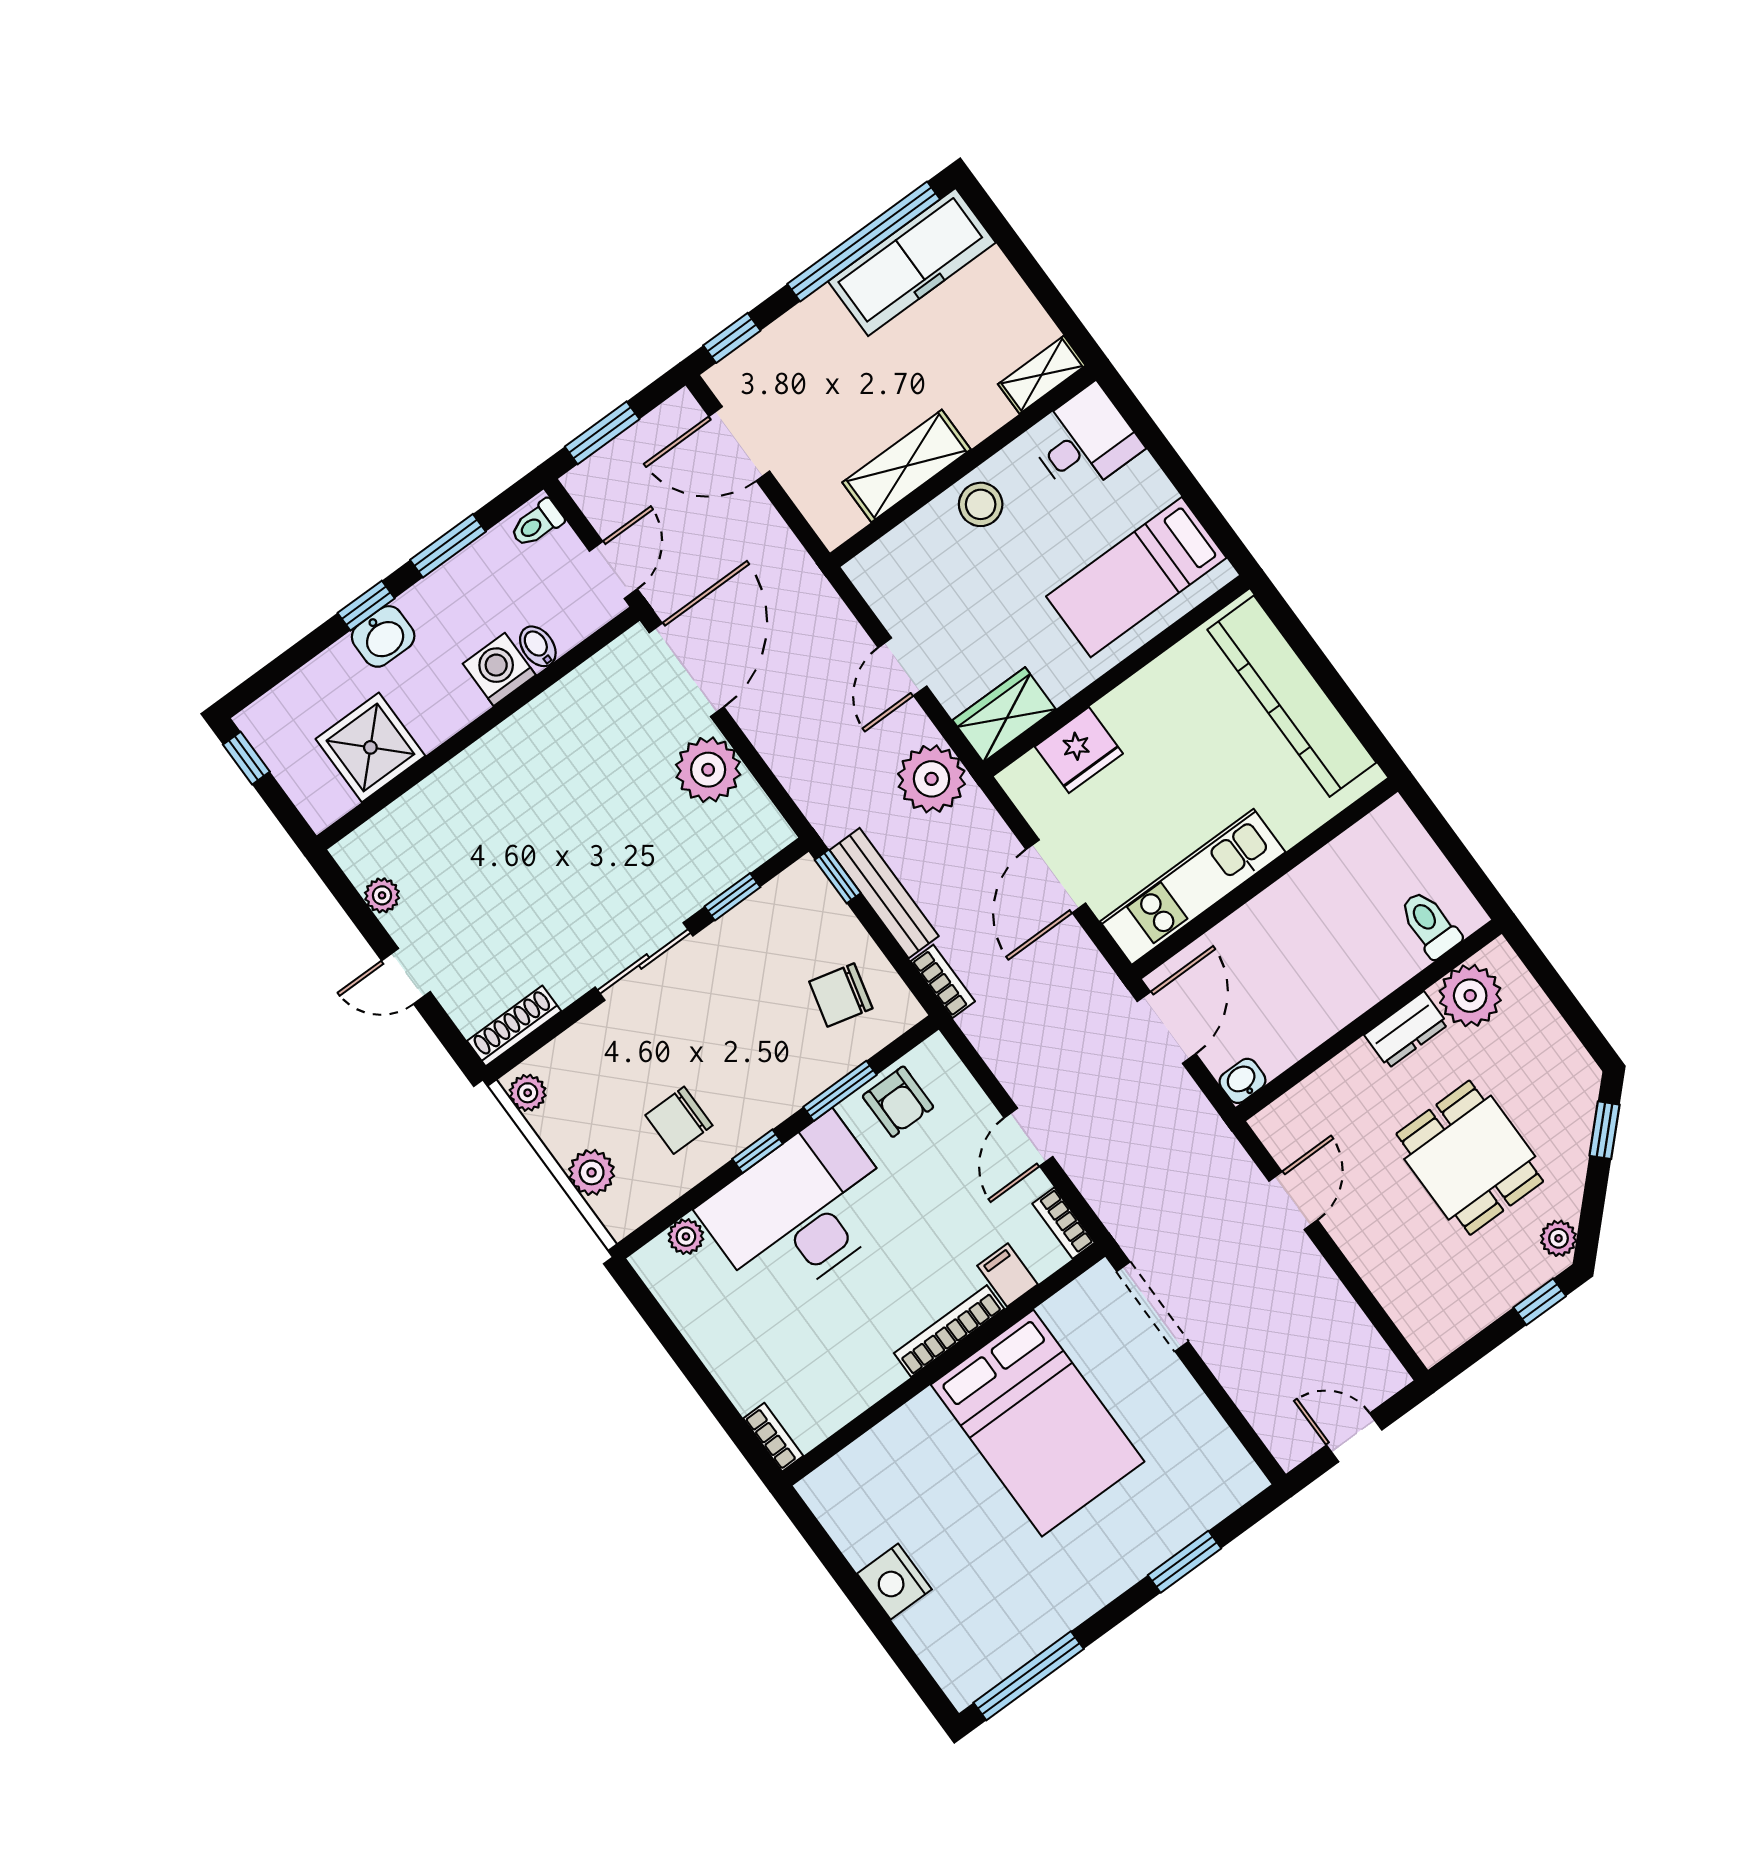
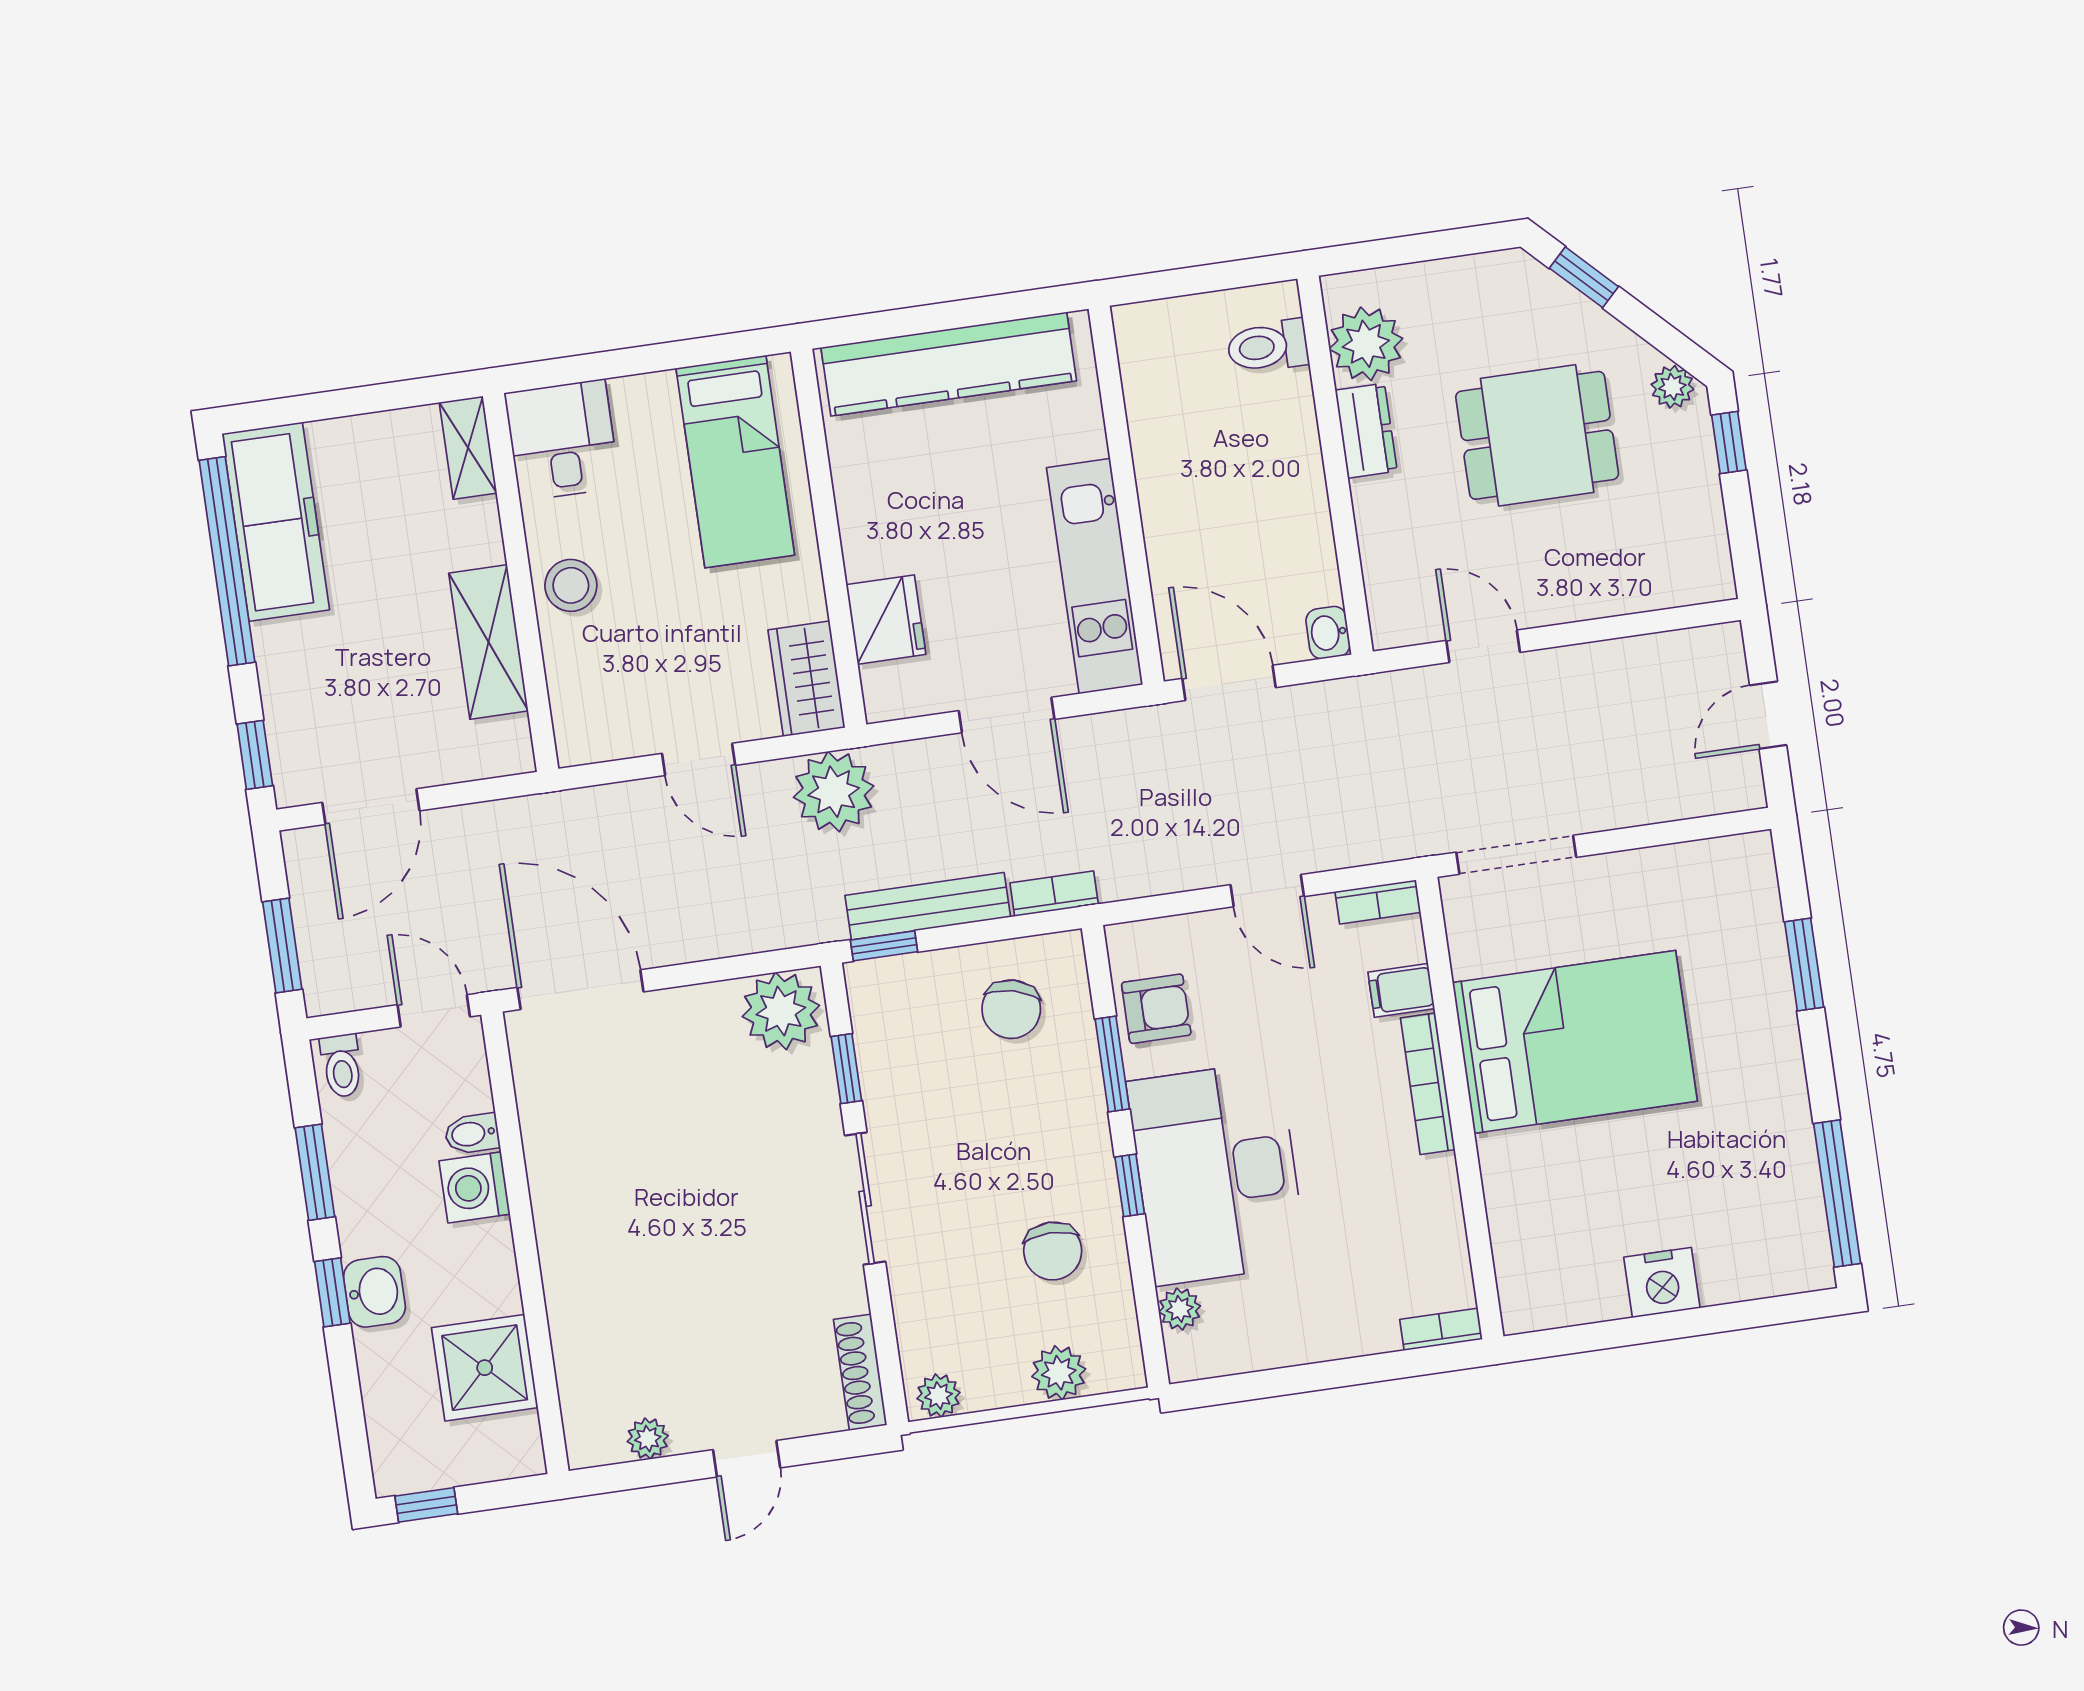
plant: (708, 770) -> (781, 1011), moved

